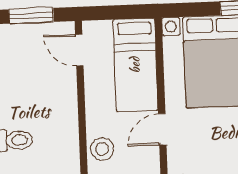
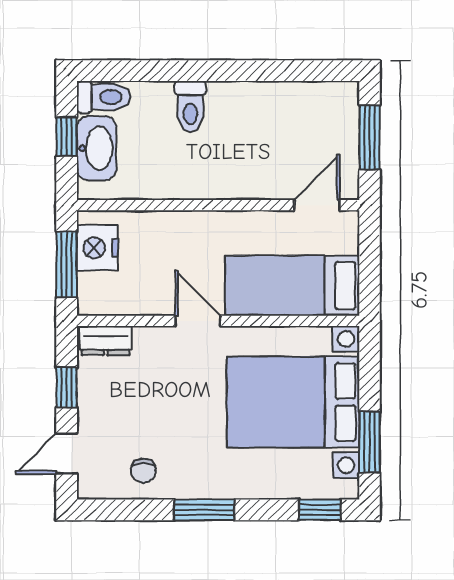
stool: (102, 149) -> (173, 232), removed

